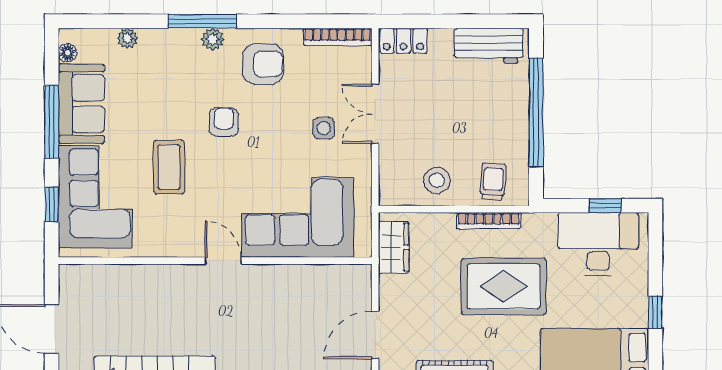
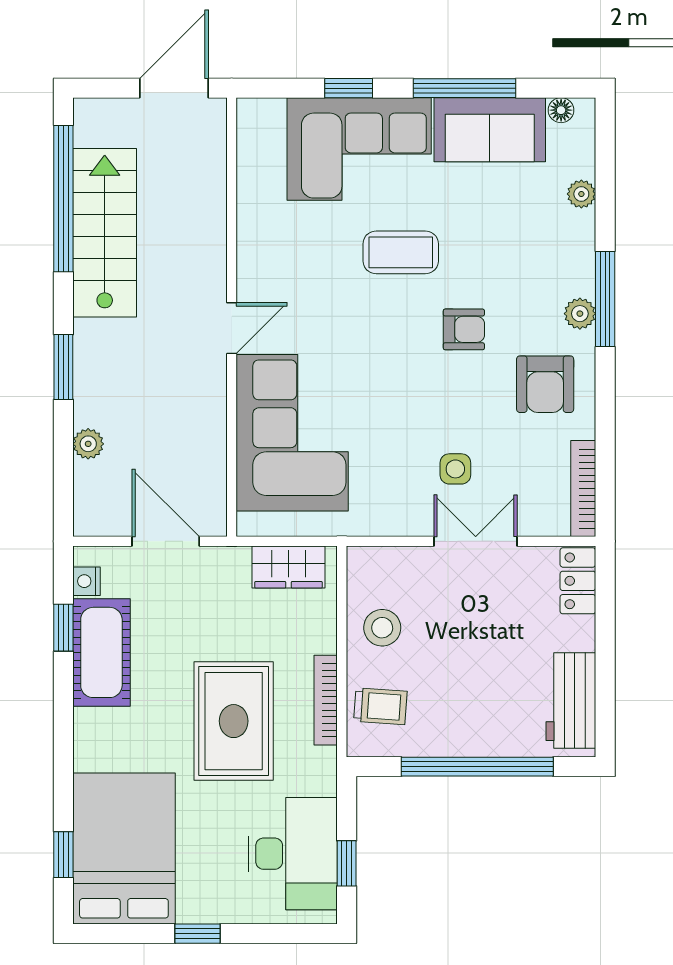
corner sofa: (298, 218) -> (292, 433), moved
wall: (215, 261) -> (232, 317), moved
door: (223, 261) -> (232, 328), moved

